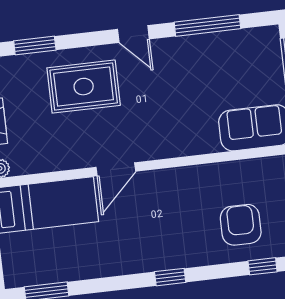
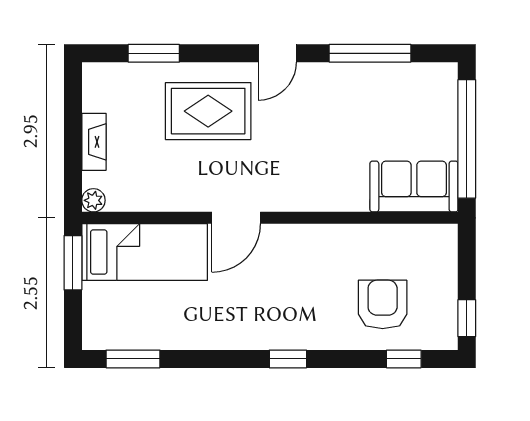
door: (133, 34) -> (277, 53), hinge flipped

